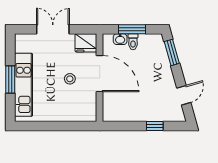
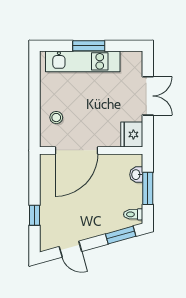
toilet: (133, 42) -> (133, 214), moved
door: (100, 74) -> (76, 150), moved
stool: (70, 79) -> (56, 118), moved

